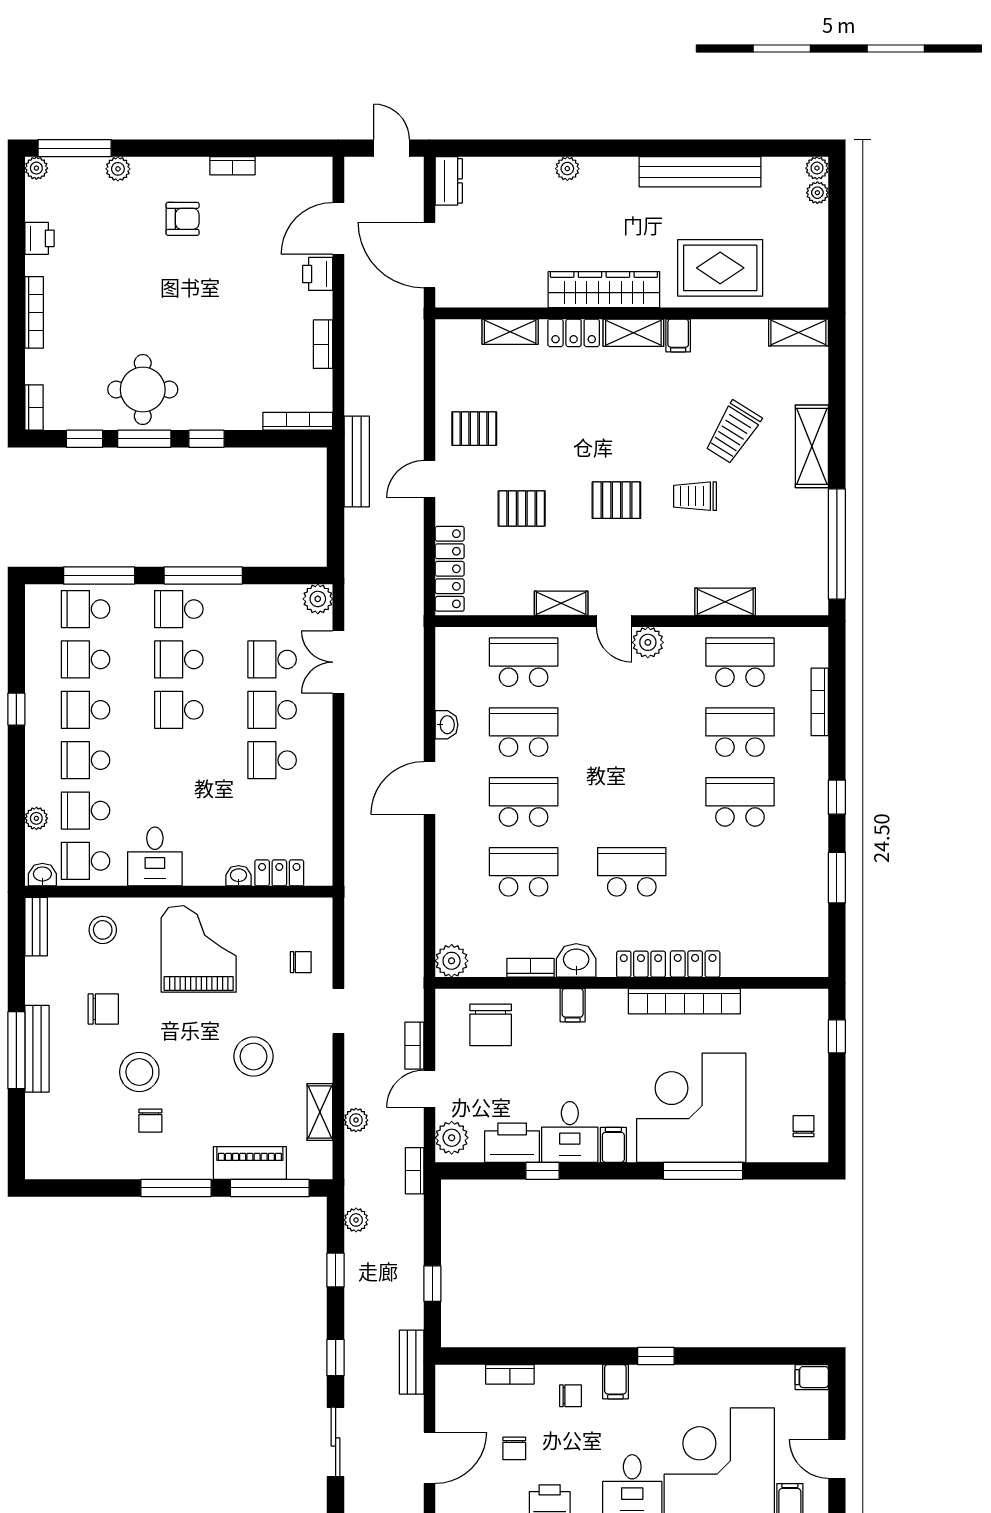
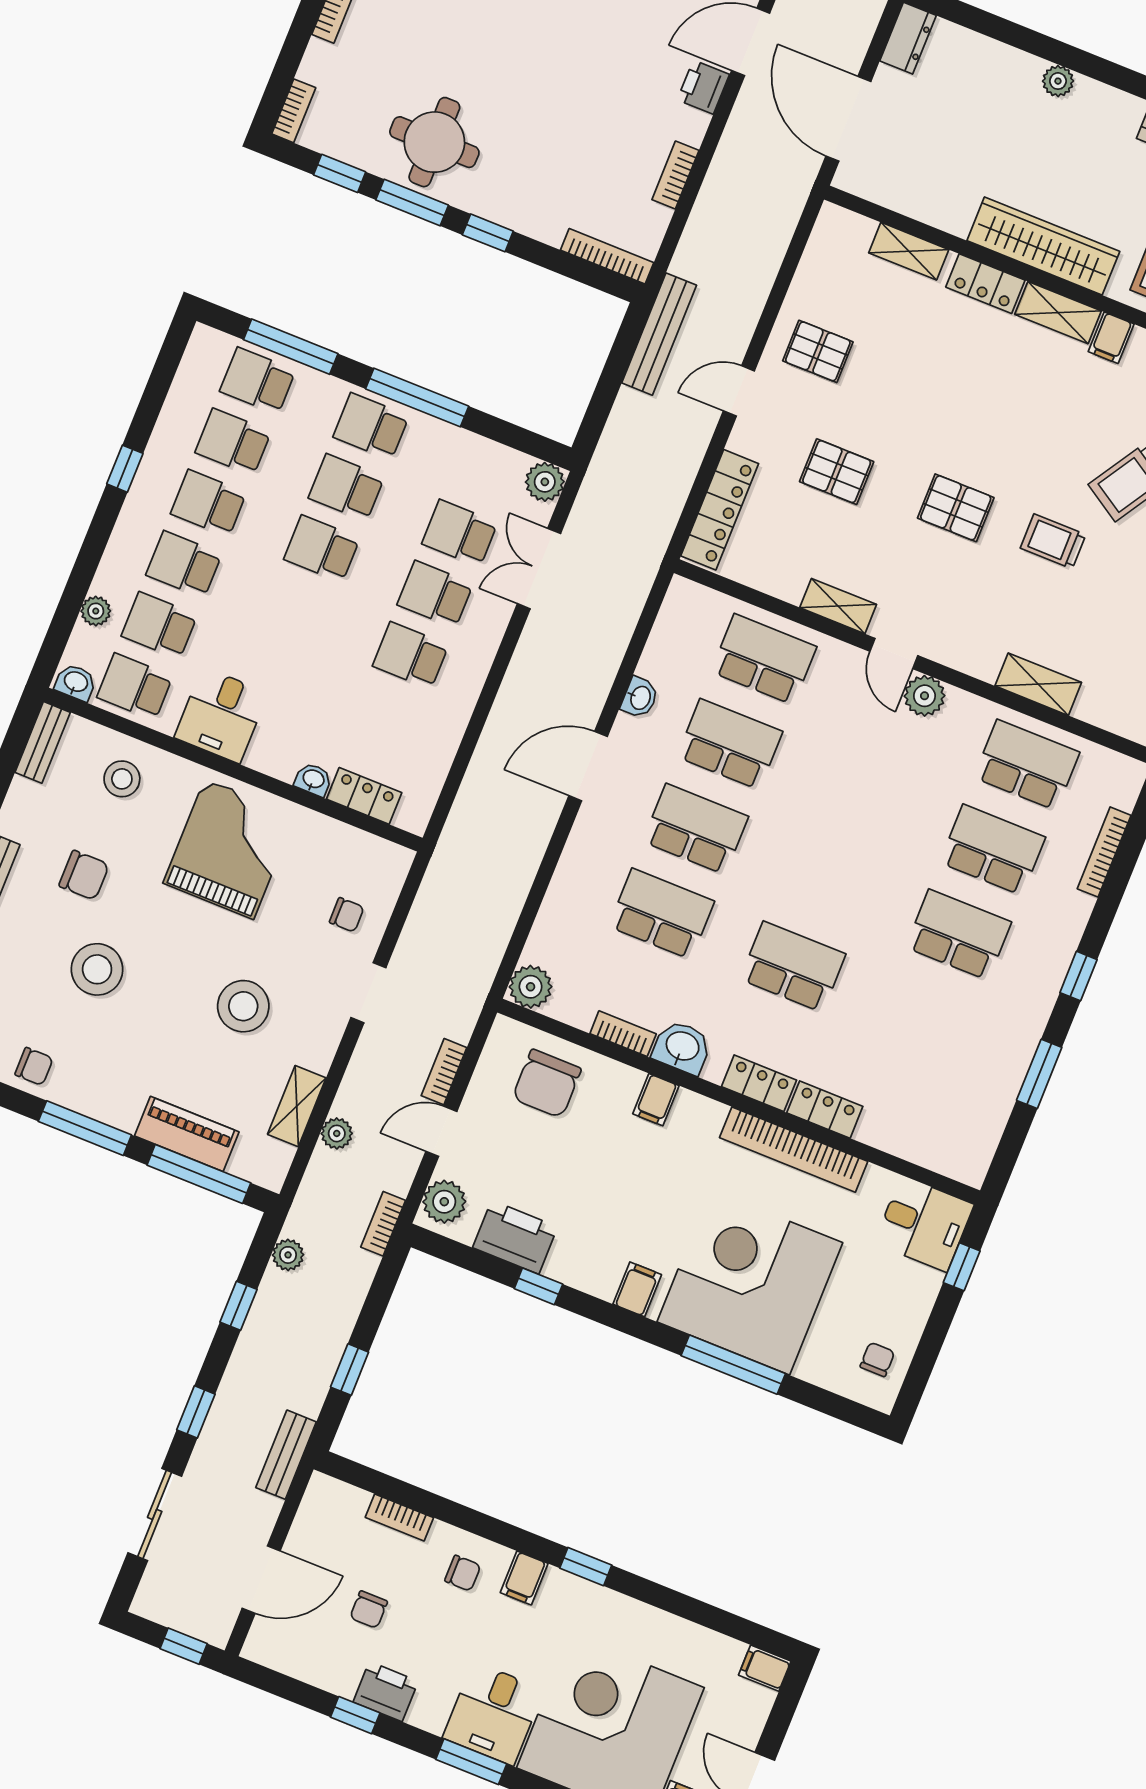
chair: (150, 1121) -> (34, 1066), moved, turned -90
desk: (570, 1132) -> (924, 1224), moved, turned -90

